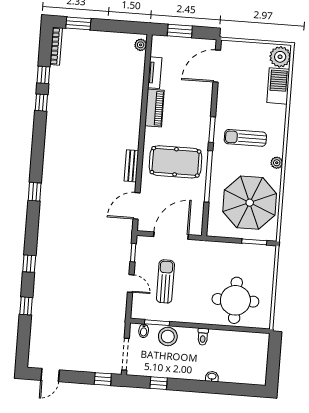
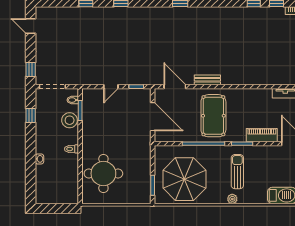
piano: (154, 108) -> (262, 135), moved, turned 180
plant: (277, 163) -> (232, 199), moved
sun lounger: (165, 281) -> (115, 115), removed

